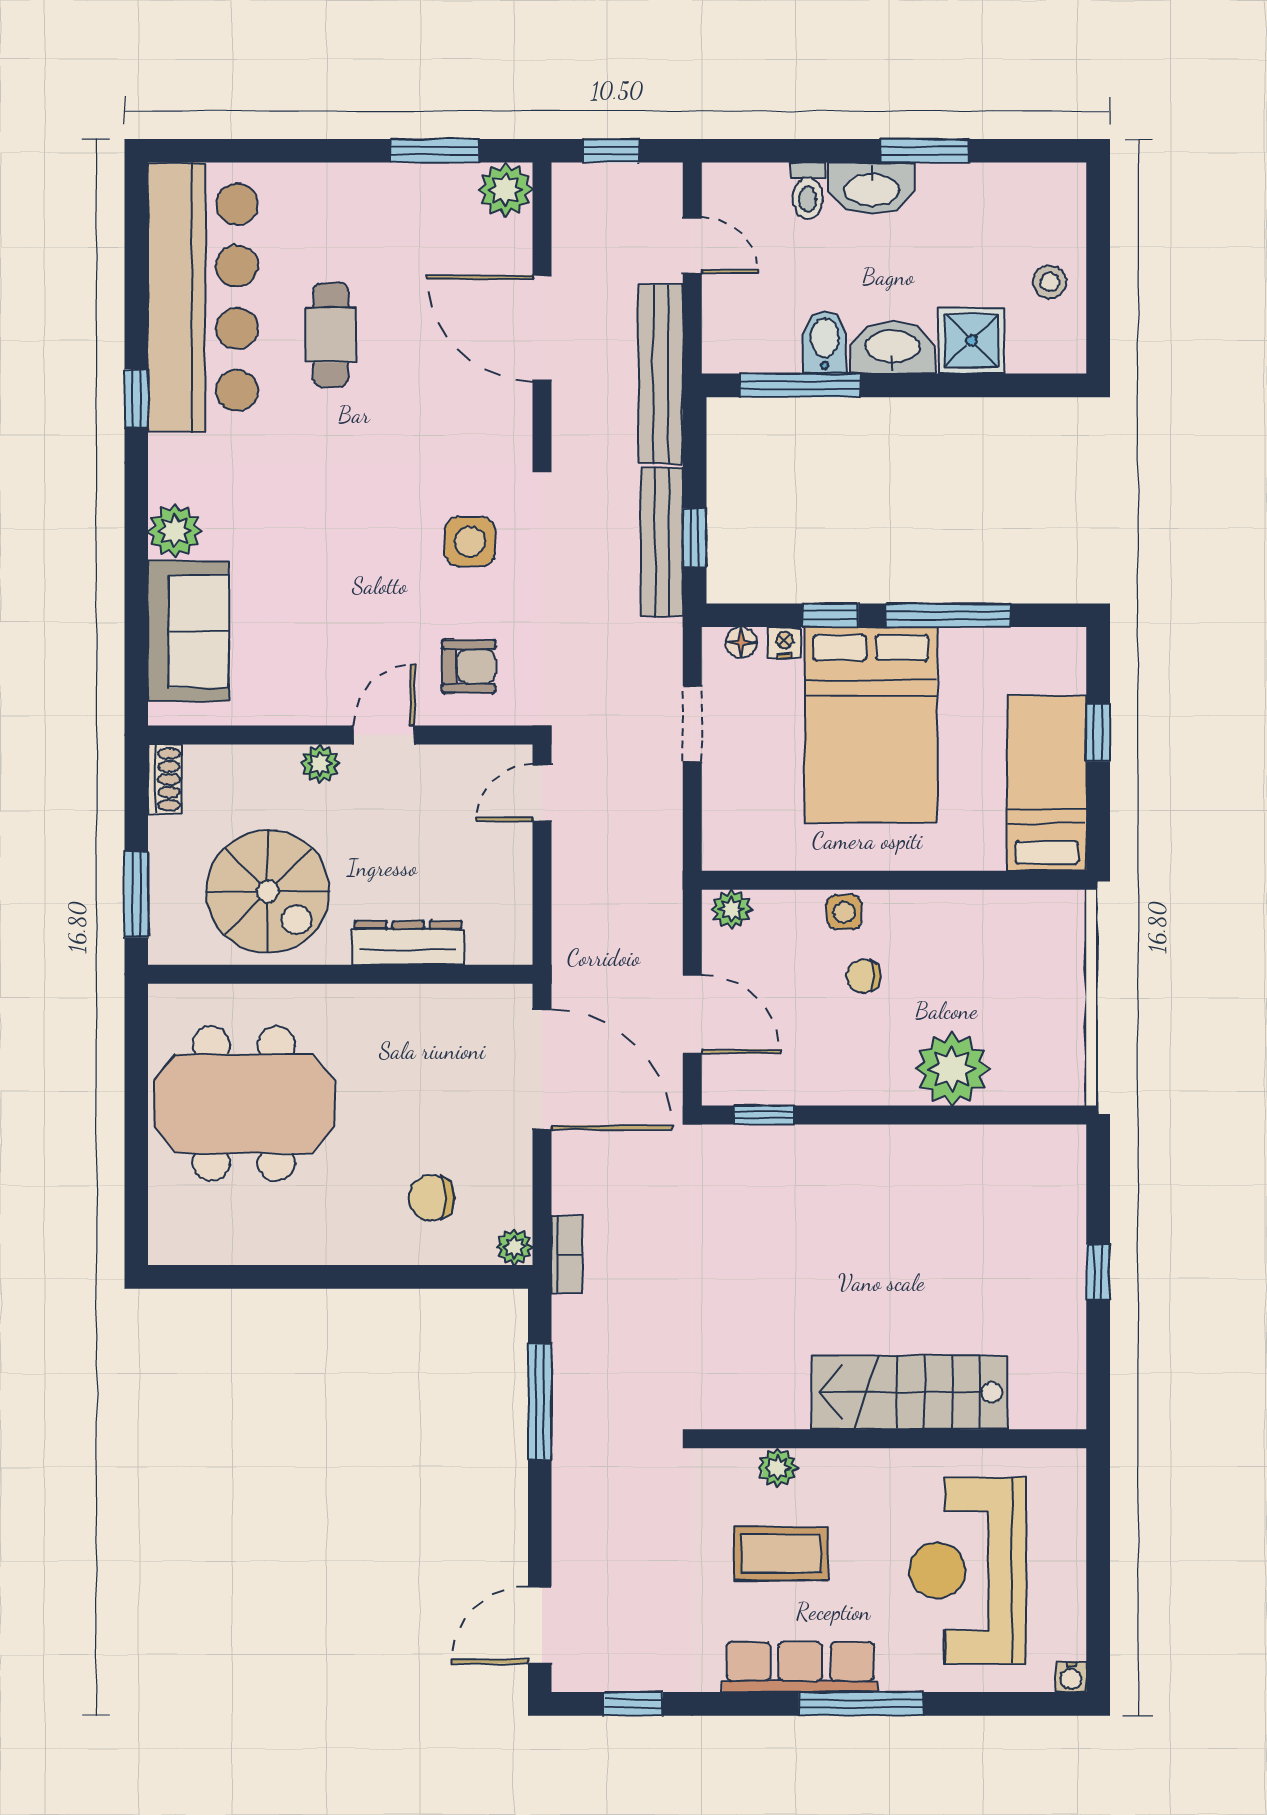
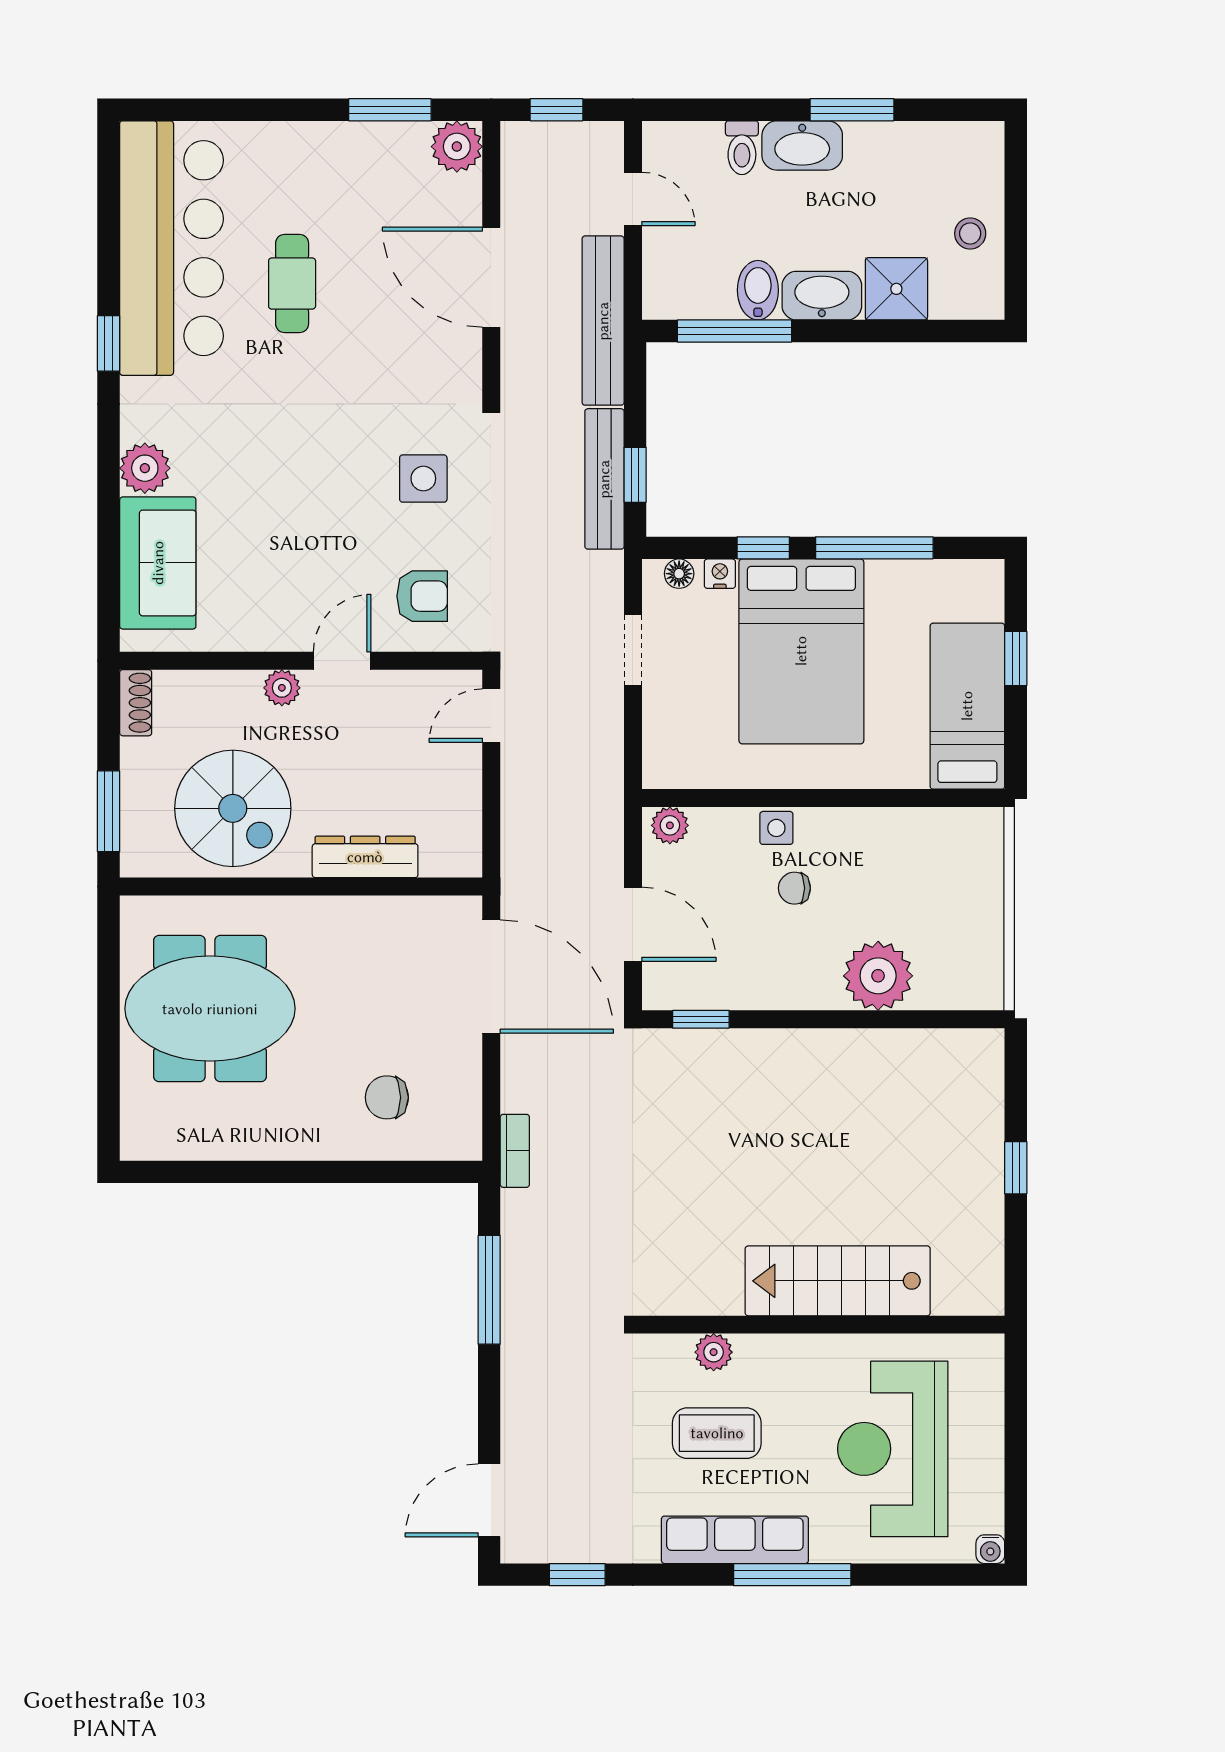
plant: (515, 1247) -> (465, 1144), removed

